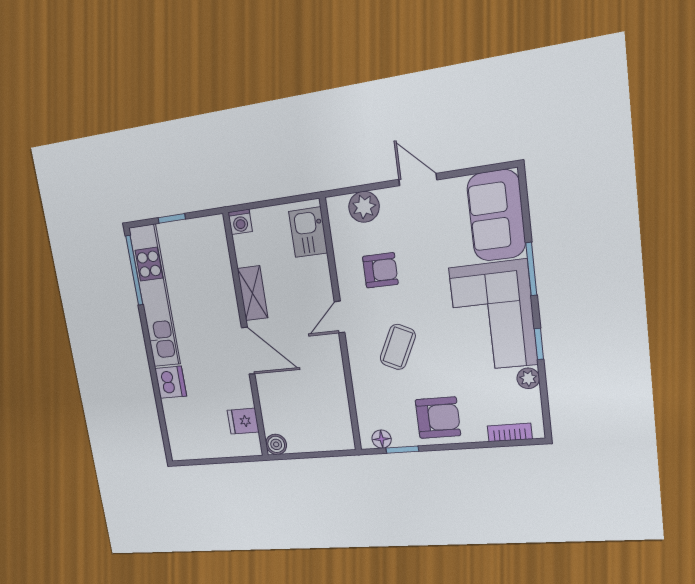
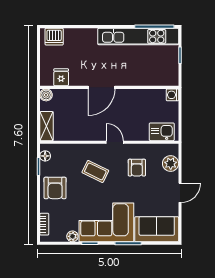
shelving: (253, 293) -> (46, 126), moved, turned 90
dishwasher: (171, 382) -> (54, 37), moved

